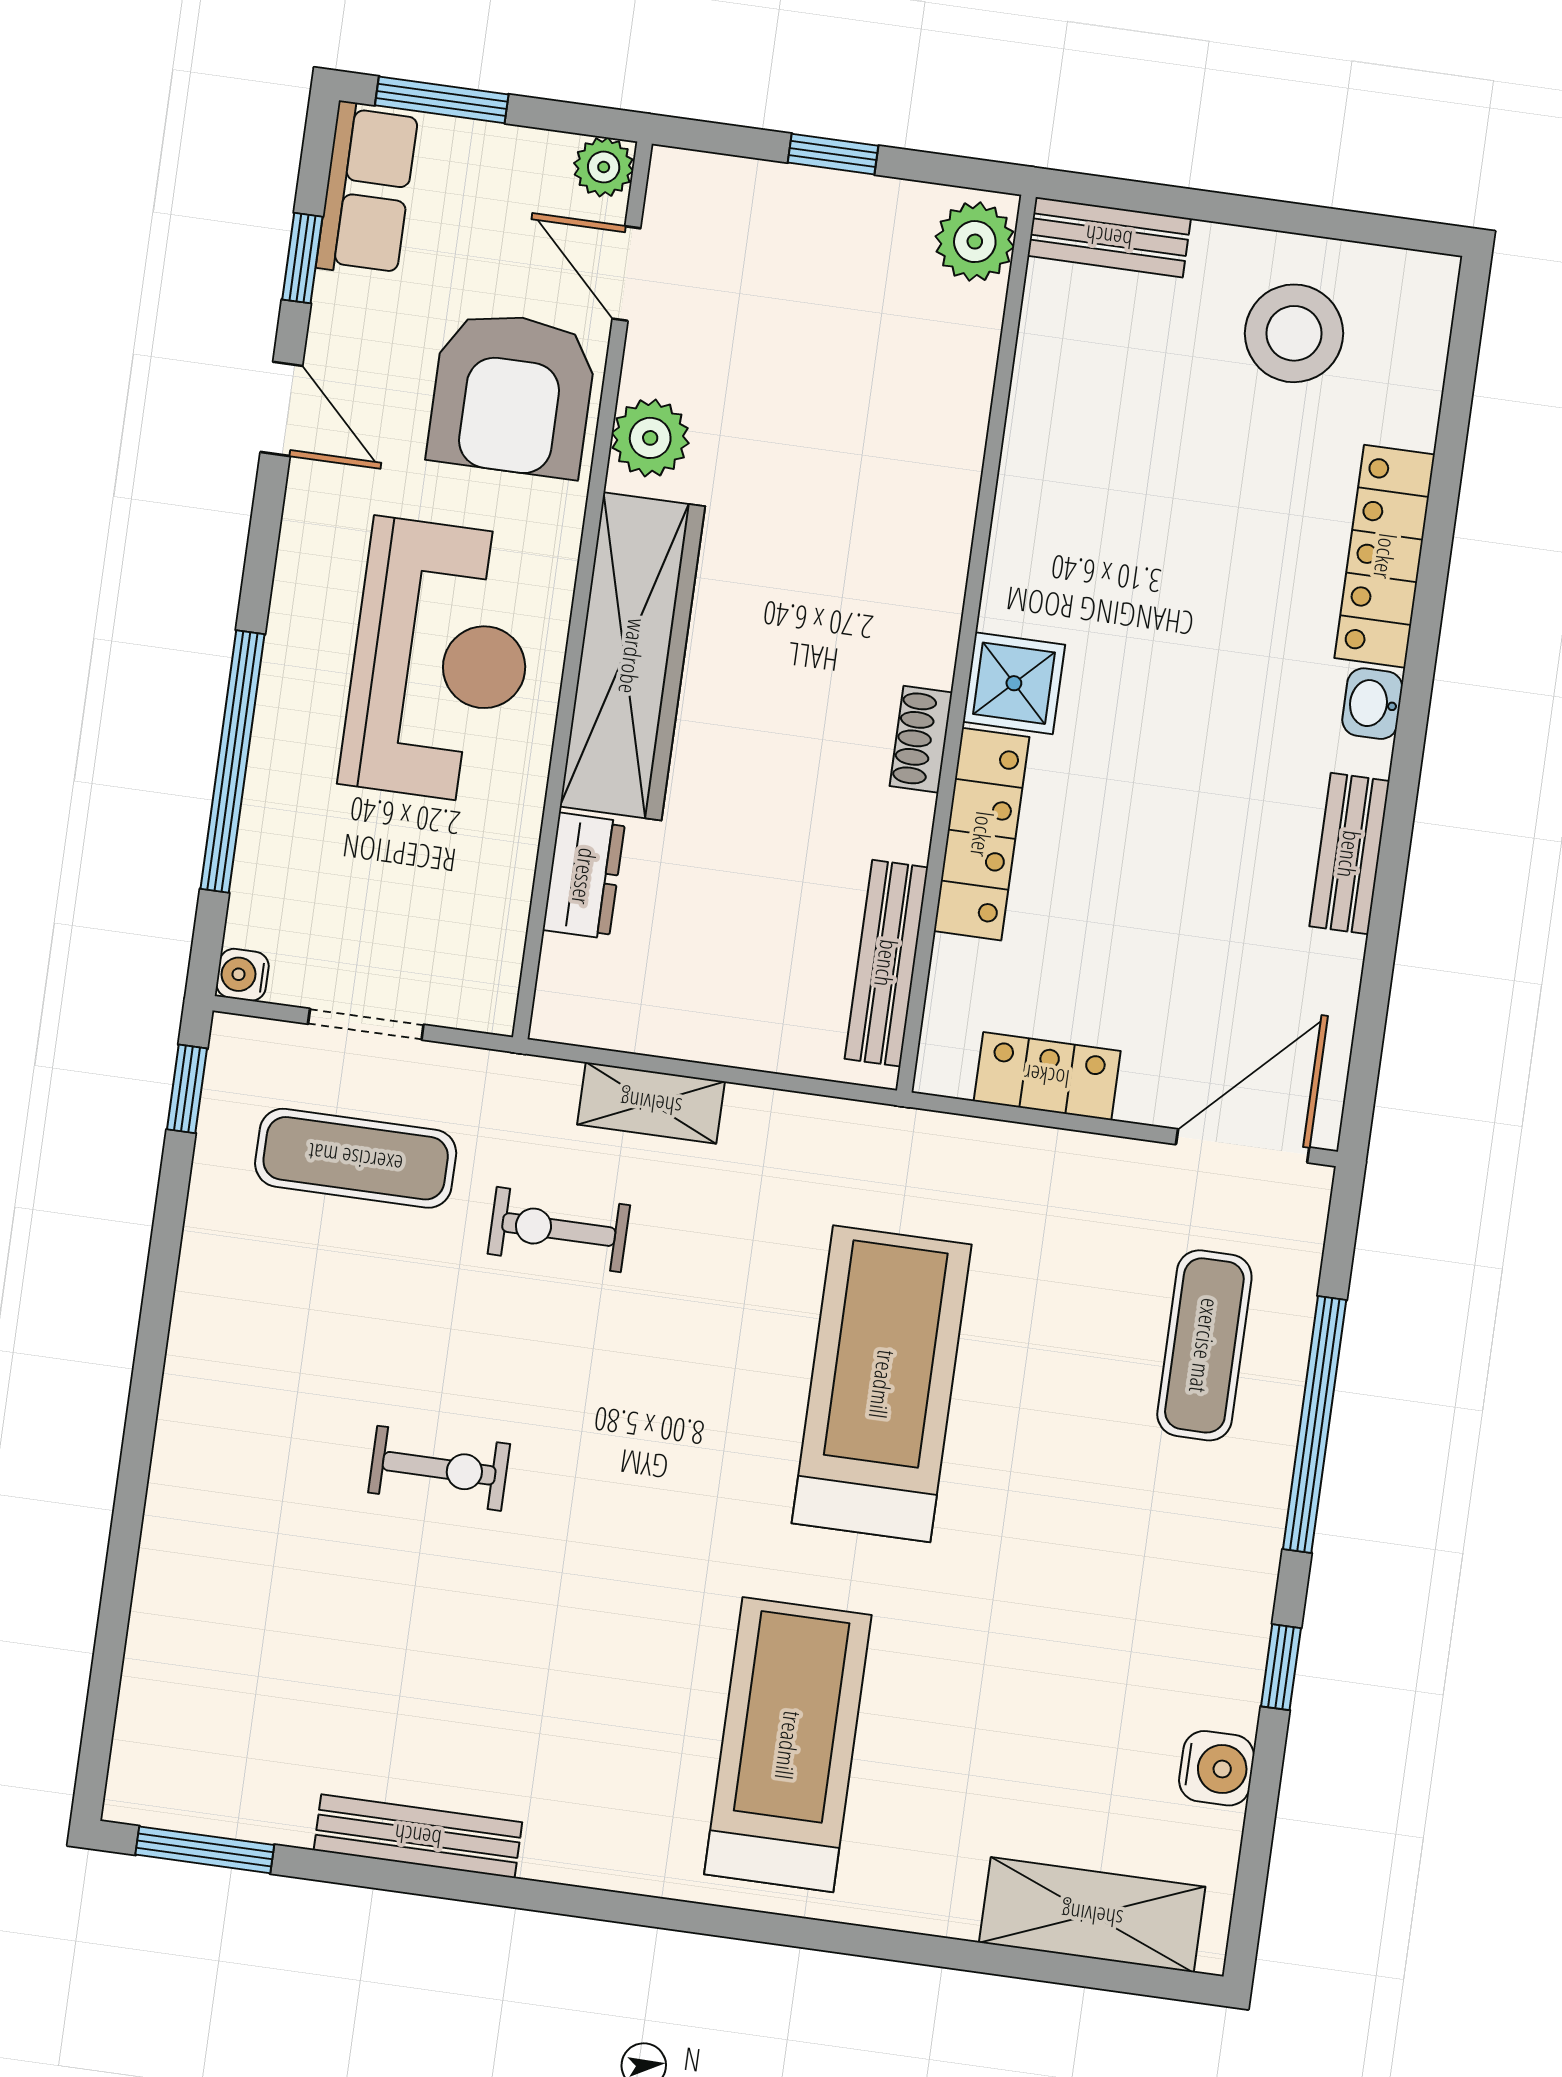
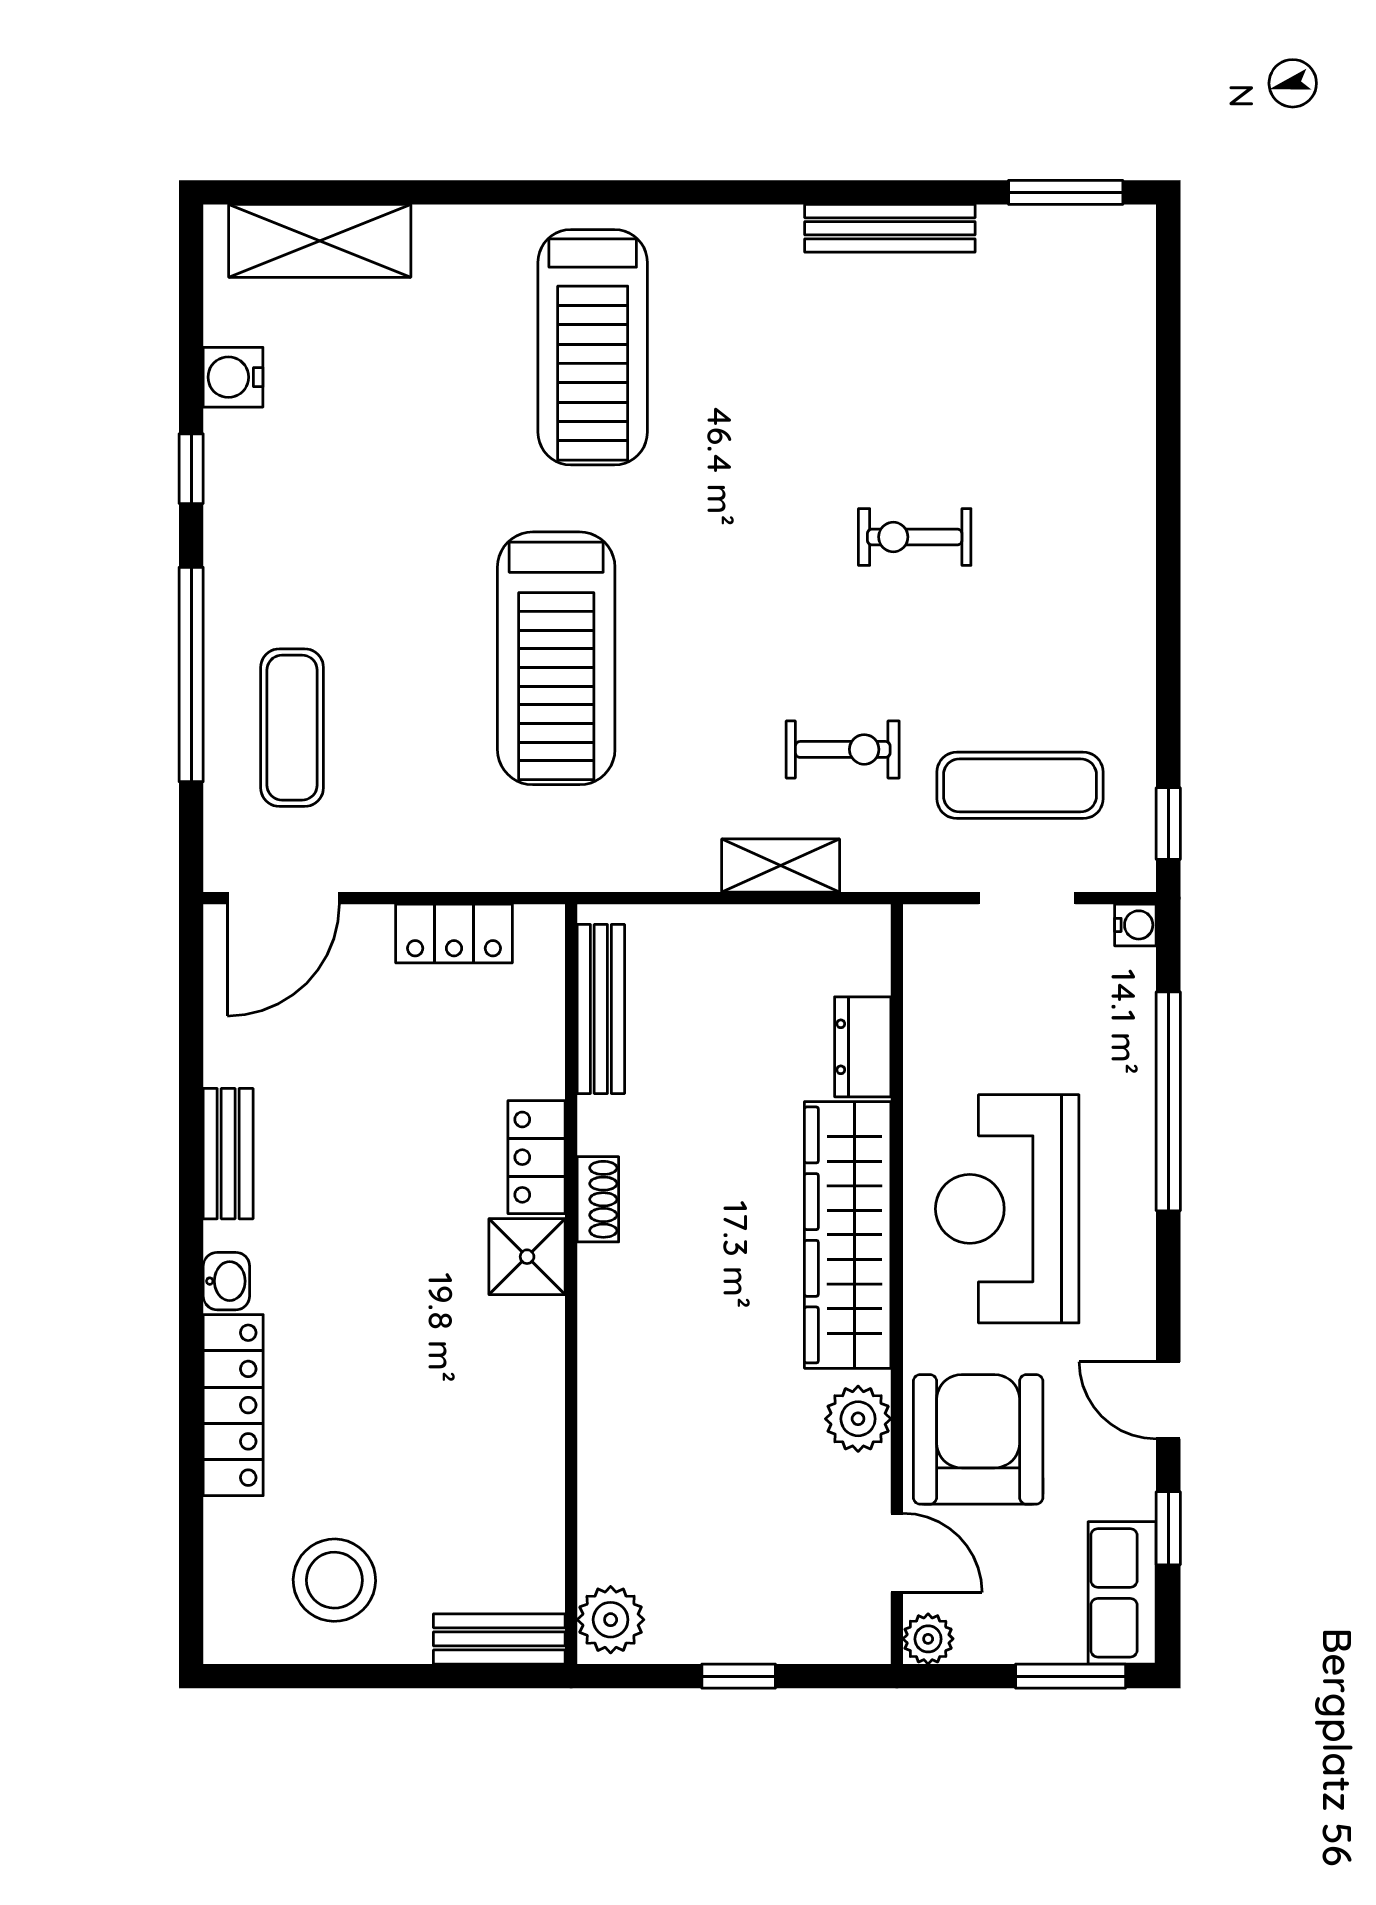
locker: (982, 834) -> (537, 1157), width x0.66

